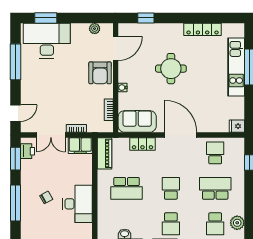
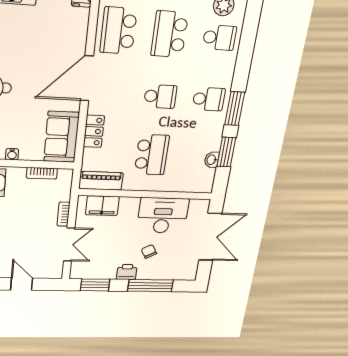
door: (15, 113) -> (22, 284), moved
filing cabinet: (80, 146) -> (102, 206), moved, turned 90
printer: (28, 151) -> (127, 272), moved
school desk: (215, 153) -> (118, 31), width x1.85
school desk: (171, 188) -> (160, 96), turned 180

